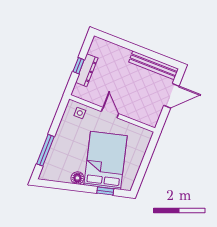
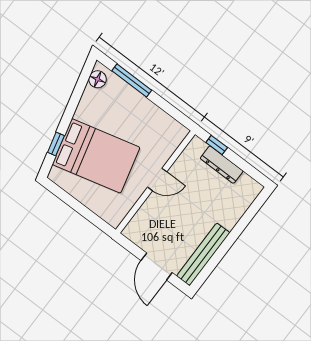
window: (79, 66) -> (217, 145), moved
side table: (80, 113) -> (168, 140), removed
floor lamp: (77, 178) -> (98, 79), moved

